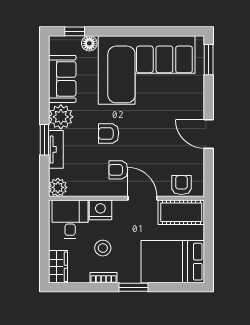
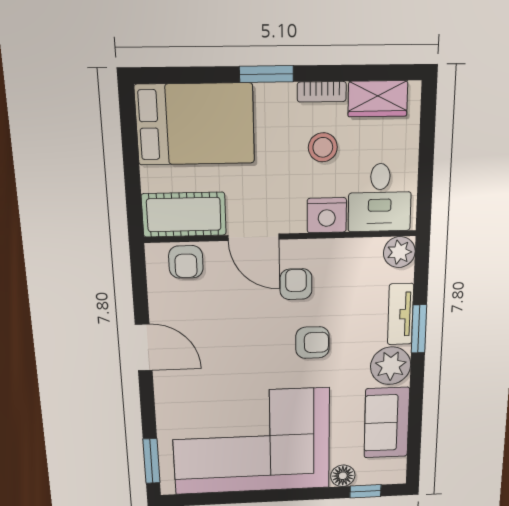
armchair: (118, 170) -> (296, 284), turned -90
wardrobe: (58, 267) -> (378, 99), moved, turned -90

